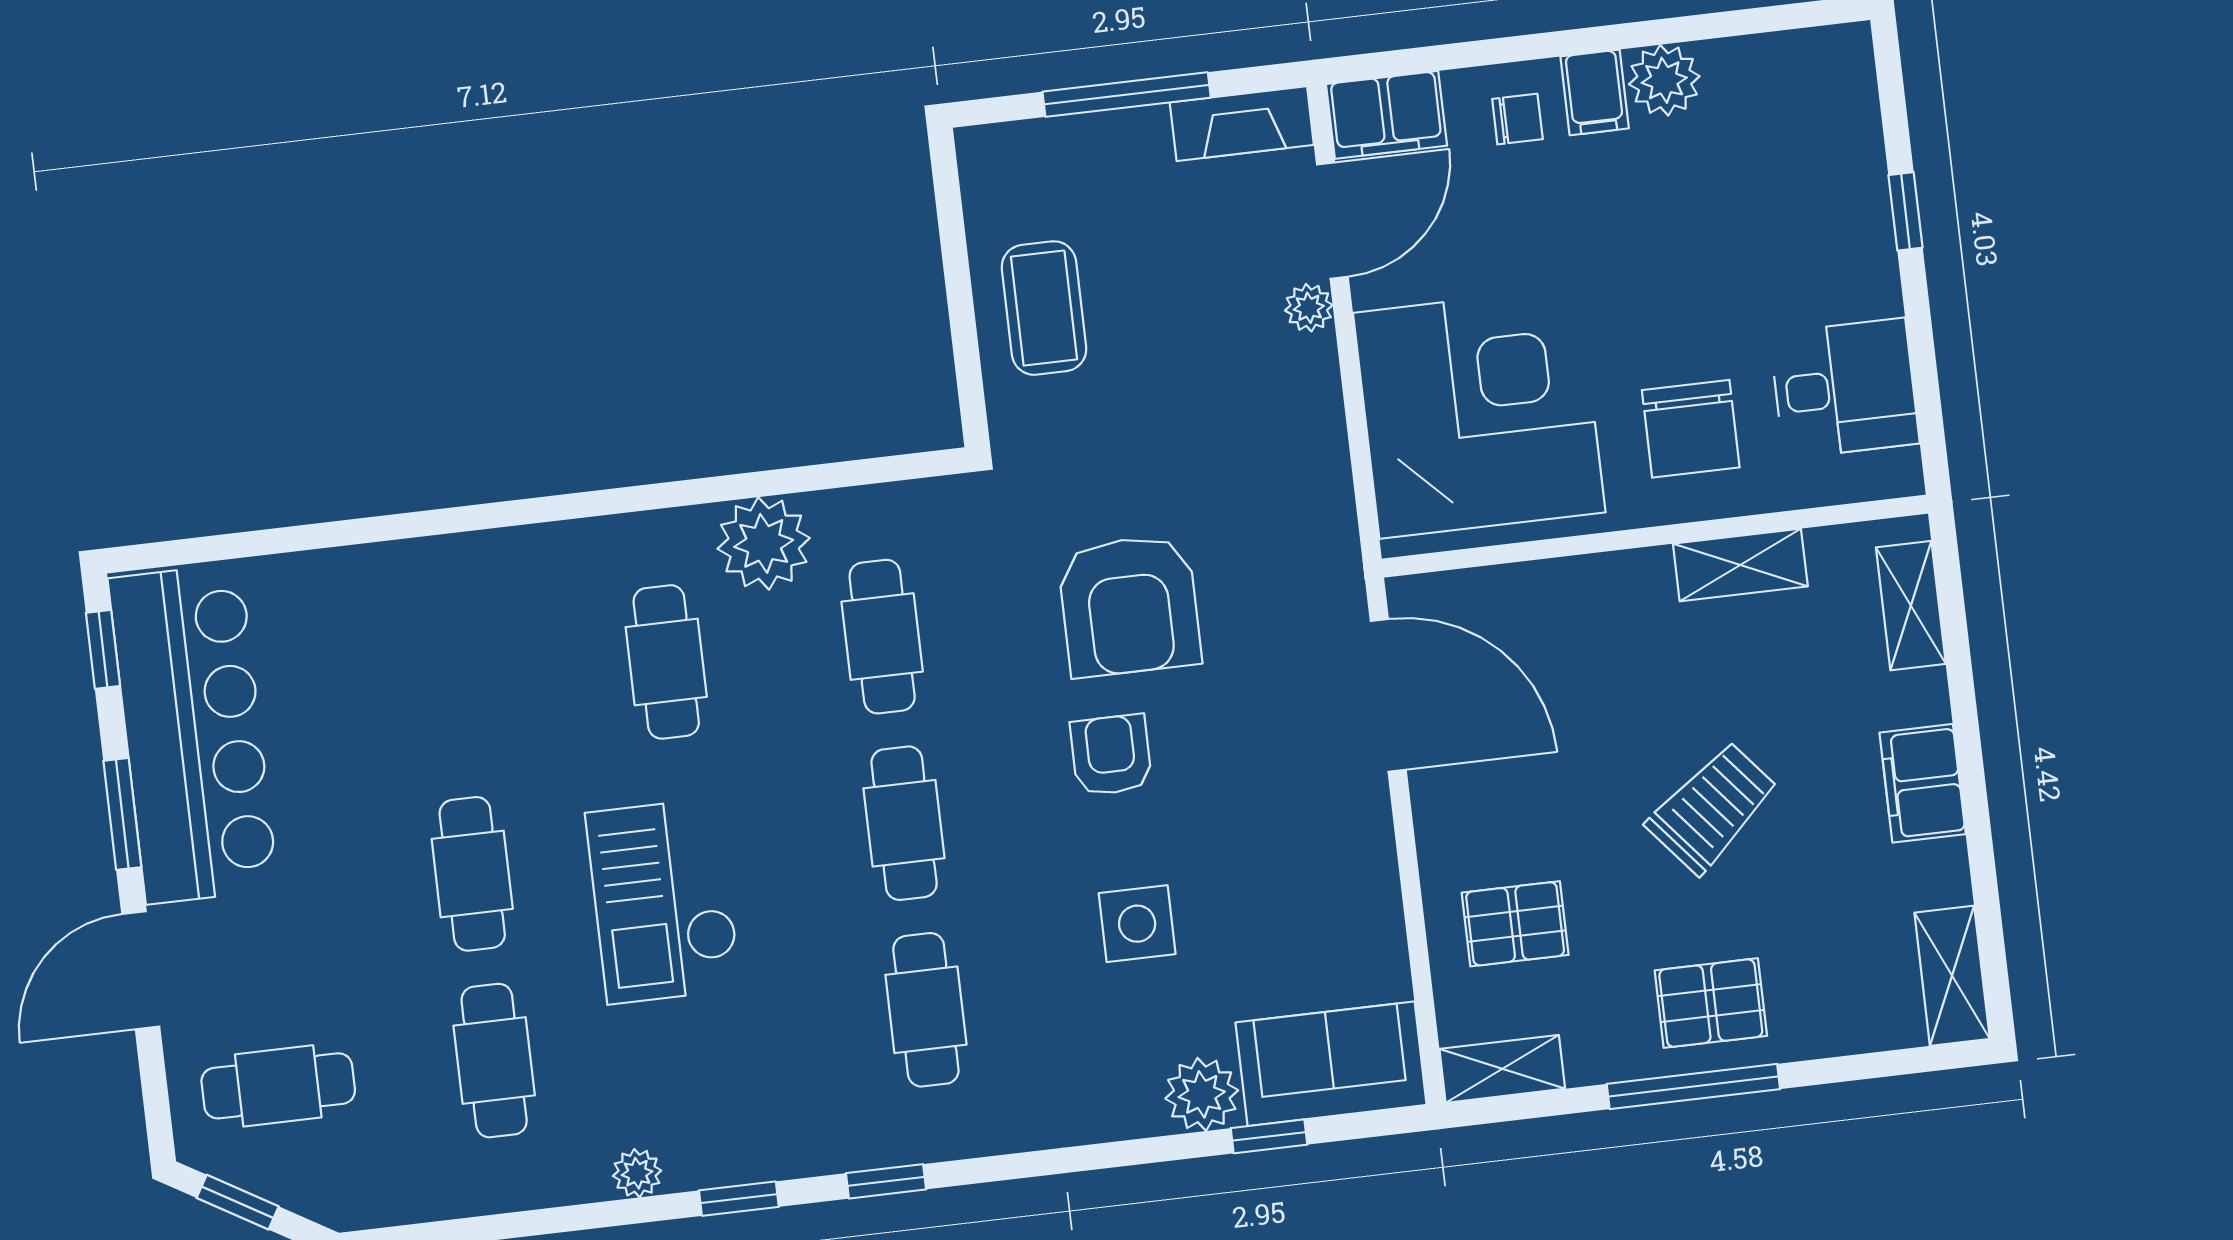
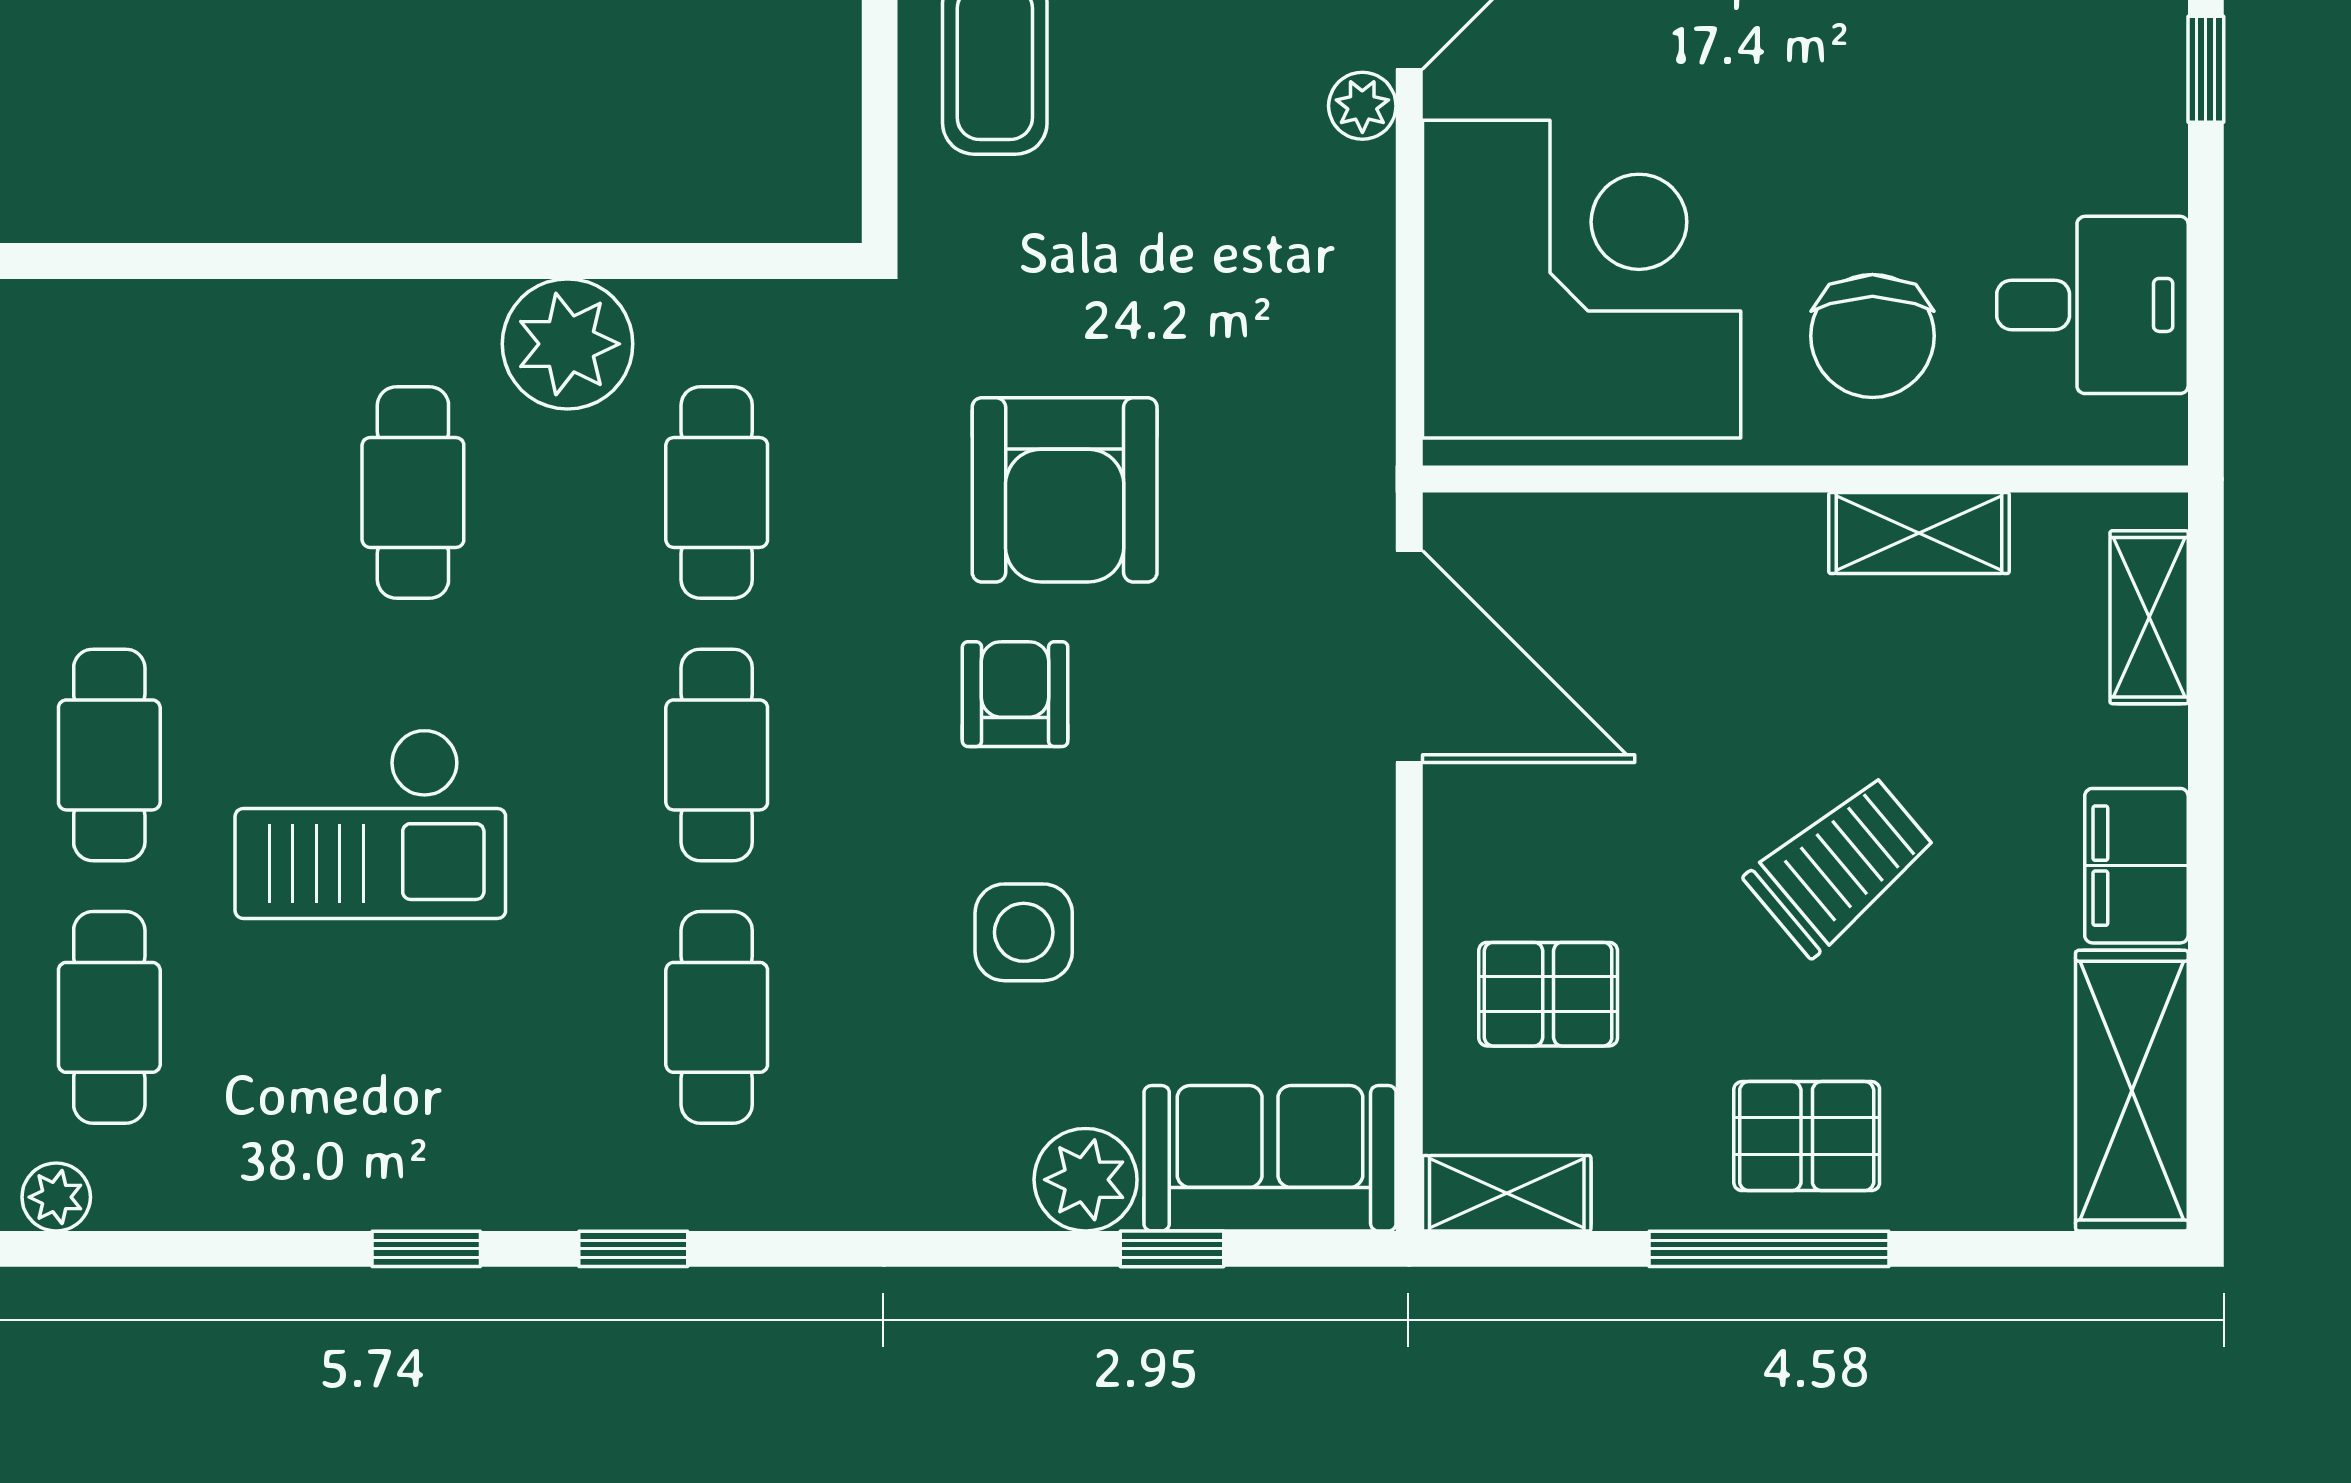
checkout: (664, 901) -> (370, 824), turned -90
shelving: (1952, 976) -> (2132, 1091), width x1.50, depth x1.33
plant: (637, 1173) -> (56, 1197), moved

